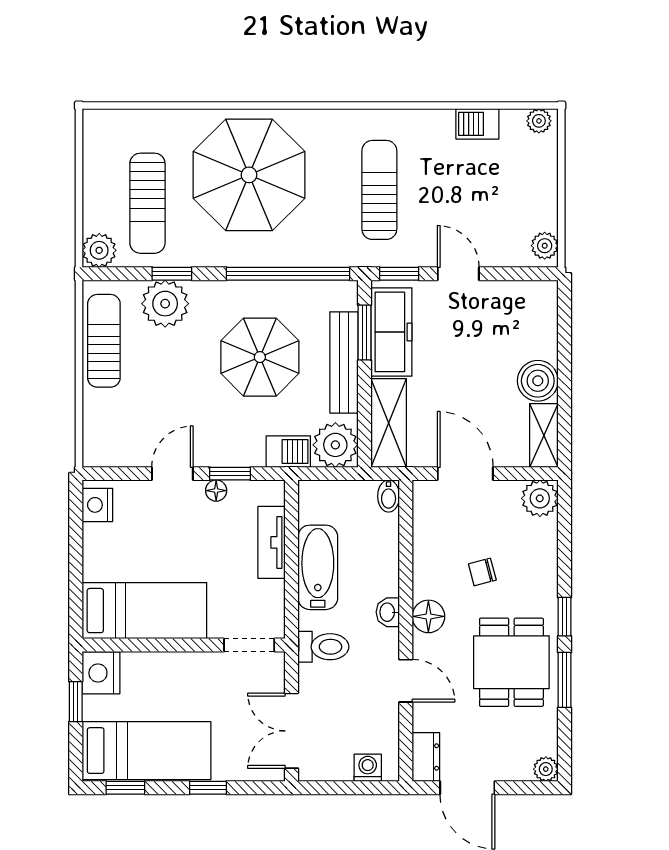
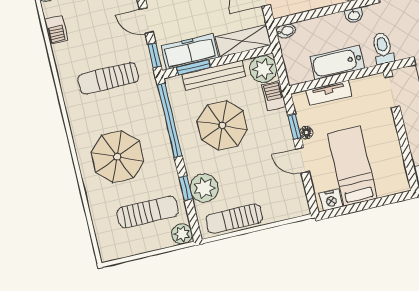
parasol: (249, 175) -> (117, 157), width x0.73, depth x0.73
door: (458, 274) -> (146, 21), hinge flipped
bed: (144, 611) -> (352, 166), moved

